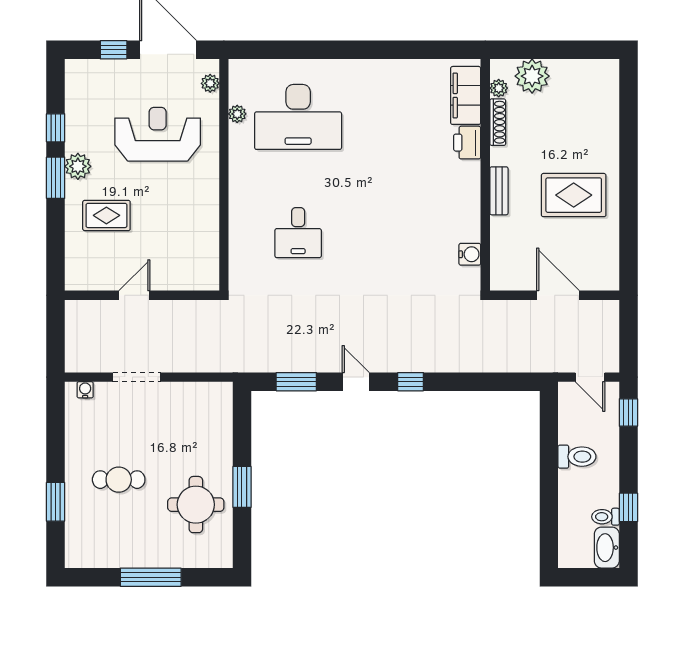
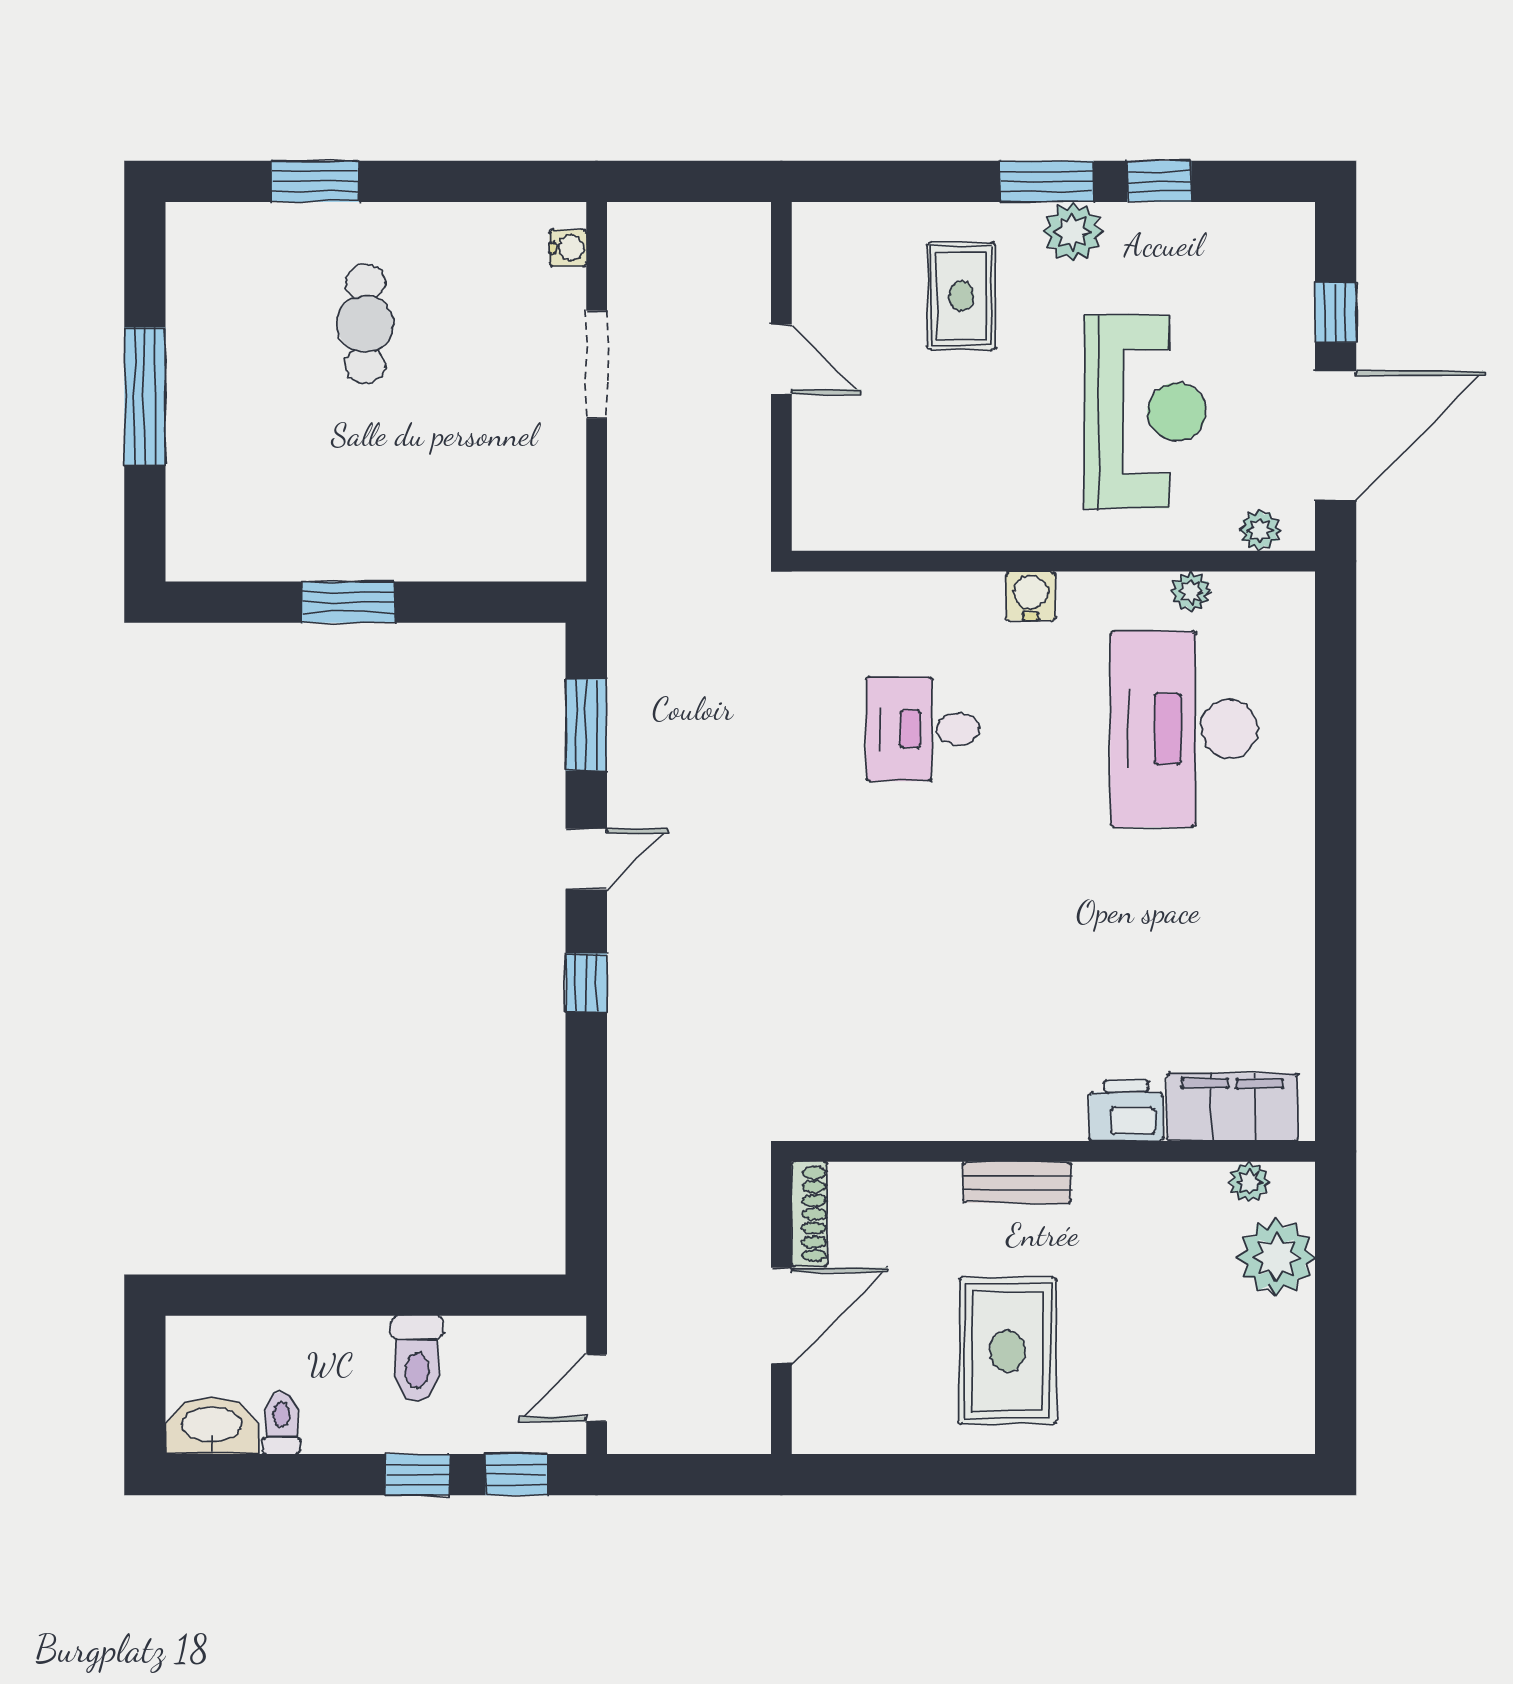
shoe rack: (498, 122) -> (809, 1214), moved, turned -90
water cooler: (470, 254) -> (1031, 596), moved, turned 180
round table: (196, 505) -> (309, 498), removed
window: (628, 507) -> (418, 1475), moved

